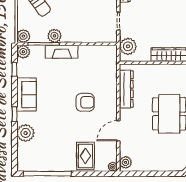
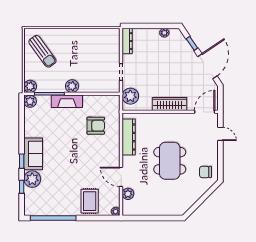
plant: (55, 36) -> (72, 86), moved
window: (14, 69) -> (22, 187), moved
sofa: (26, 95) -> (33, 154), moved
armchair: (85, 102) -> (96, 126), moved
door: (118, 131) -> (121, 177), hinge flipped
plant: (126, 162) -> (128, 194), moved

